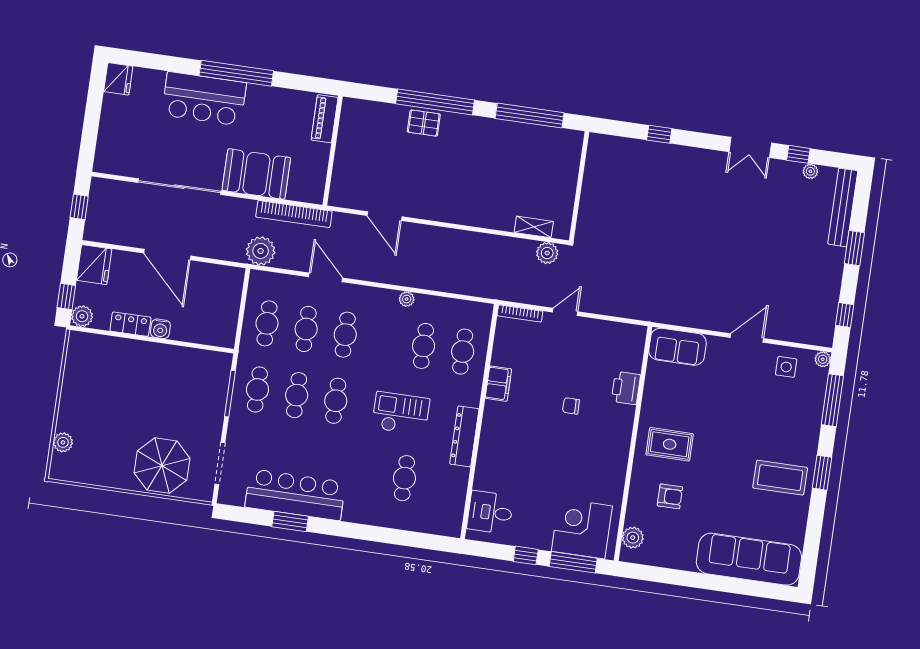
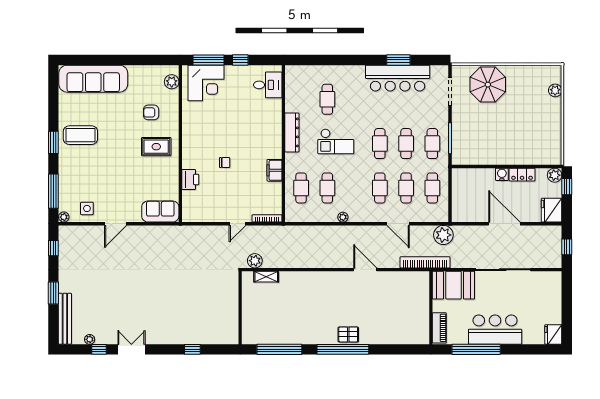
piano: (325, 119) -> (439, 328), moved
wall: (333, 151) -> (431, 308), moved

